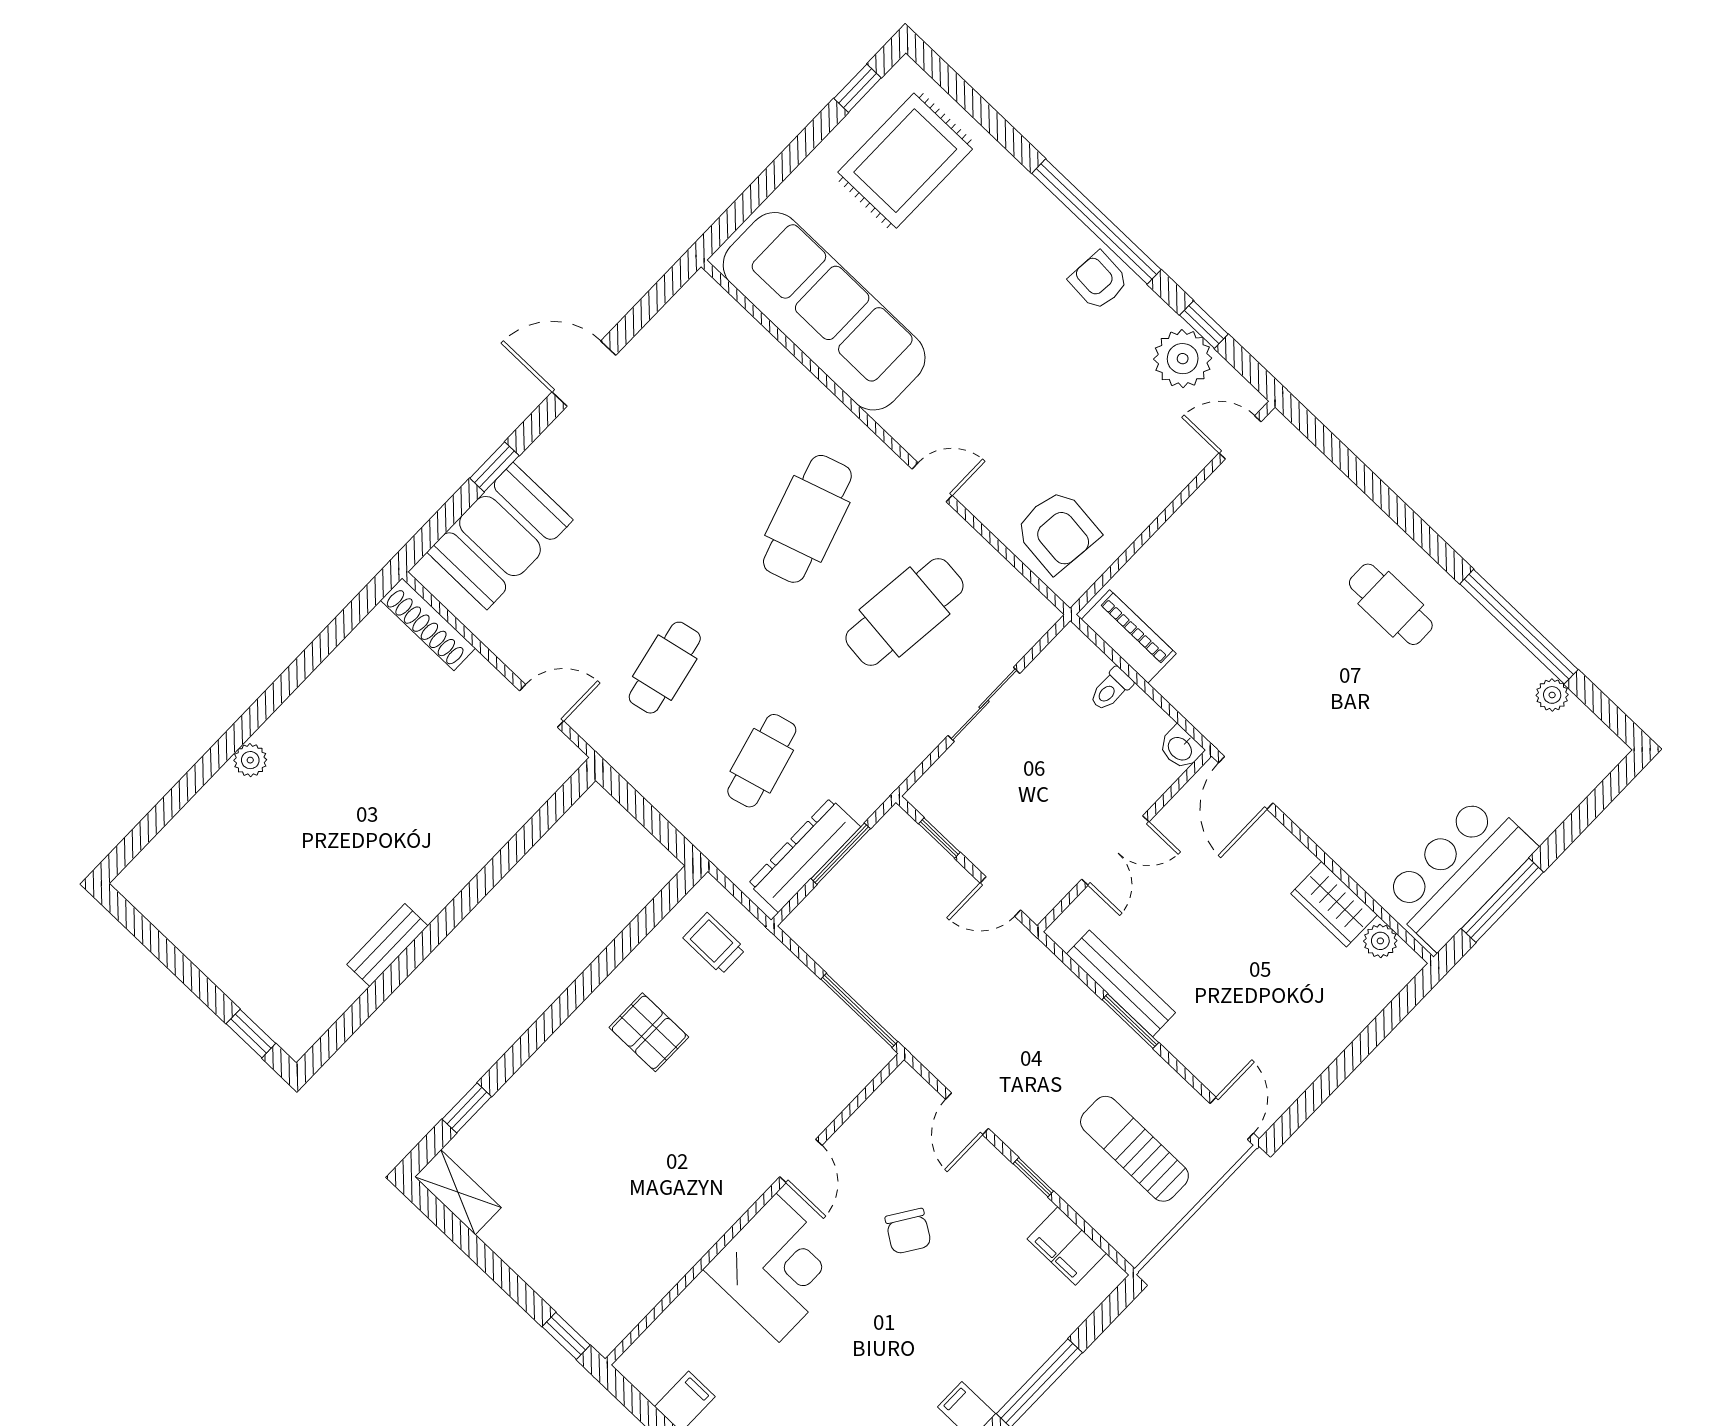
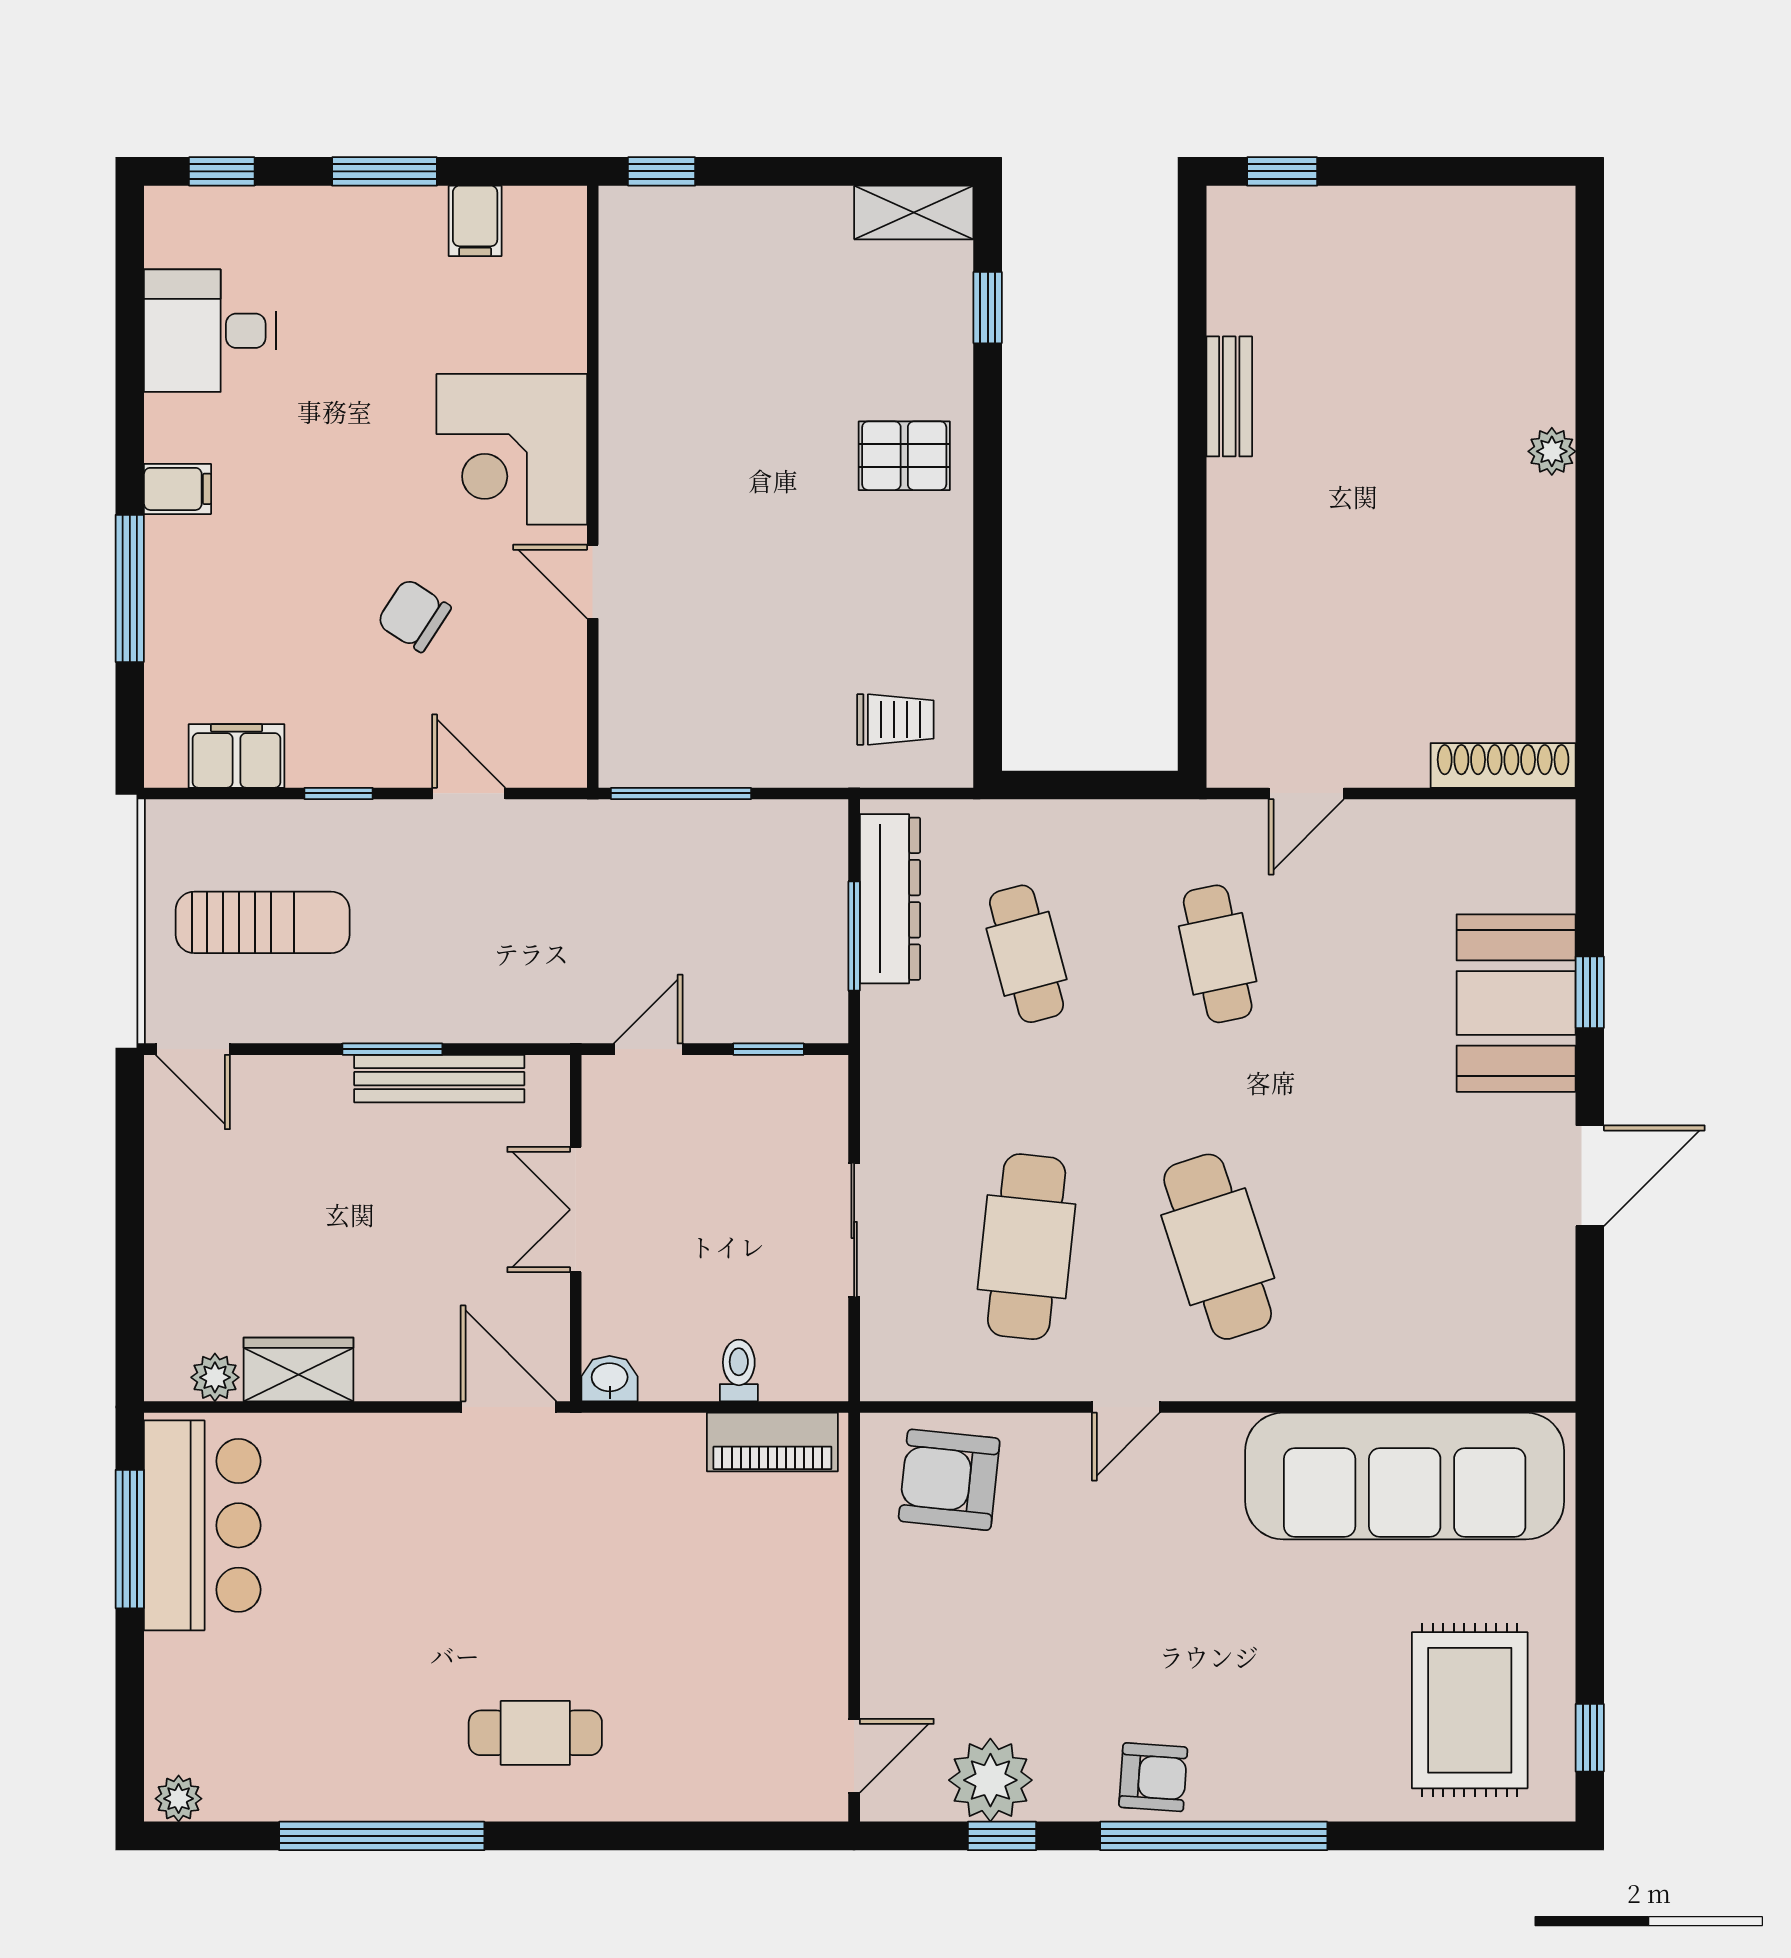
booth: (500, 536) -> (1516, 1003), moved
plant: (1552, 695) -> (179, 1799), moved
pallet: (649, 1032) -> (904, 456), moved

